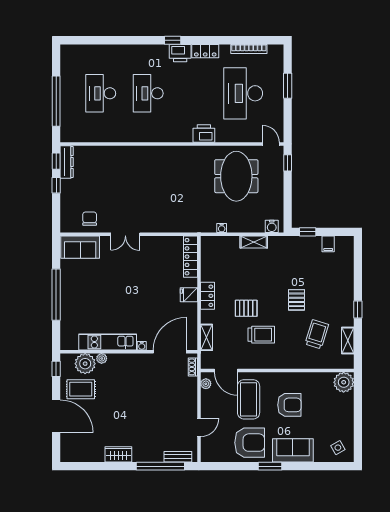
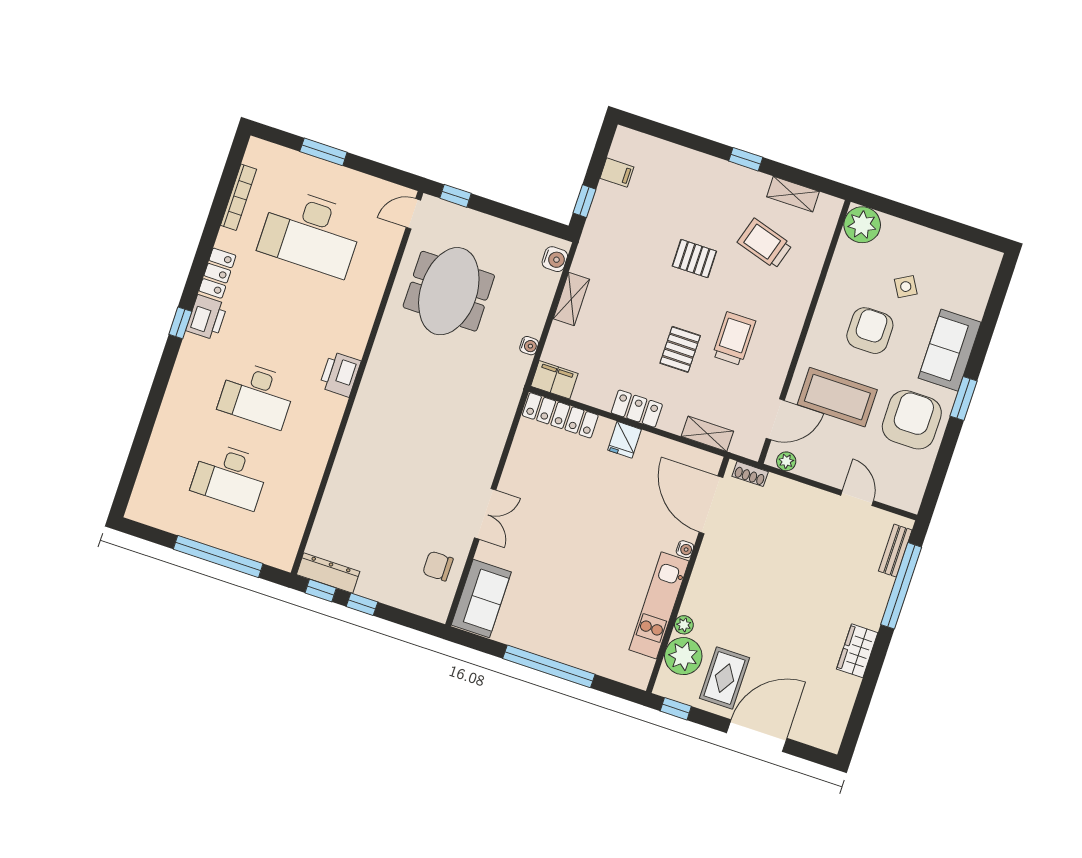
printer: (204, 133) -> (340, 374), moved
meeting table: (236, 176) -> (449, 291), turned 90
filing cabinet: (208, 247) -> (554, 380), added
side table: (338, 448) -> (906, 287), moved

